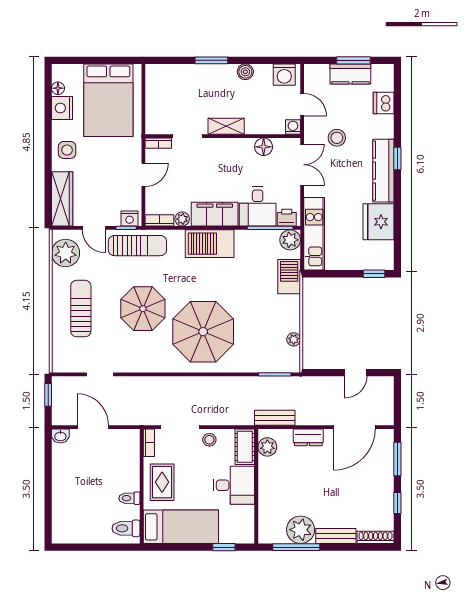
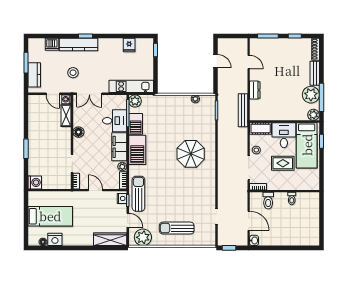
boiler: (245, 72) -> (33, 128), removed
kitchen counter: (350, 74) -> (34, 75), moved
washing machine: (284, 75) -> (35, 182), moved
bed: (108, 100) -> (50, 216), width x0.67
door: (302, 105) -> (53, 94), swing flipped
shelving: (226, 126) -> (66, 116), moved
floor lamp: (264, 147) -> (78, 132), moved
side table: (67, 150) -> (80, 236), removed
double door: (302, 165) -> (89, 94), swing flipped
kitchen counter: (383, 171) -> (79, 44), moved
printer: (287, 218) -> (121, 103), removed
fridge: (378, 222) -> (129, 45), width x0.53, depth x0.75
door: (94, 228) -> (128, 220), hinge flipped
barbecue: (289, 277) -> (136, 124), moved, turned -90
parasol: (143, 309) -> (177, 190), removed
parasol: (203, 332) -> (191, 154), width x0.73, depth x0.73
bench: (275, 418) -> (243, 110), width x1.36
door: (93, 427) -> (249, 221), swing flipped
door: (354, 427) -> (249, 62), width x0.53
plant: (267, 447) -> (313, 115), moved
rug: (162, 482) -> (283, 163), moved
bed: (181, 527) -> (307, 145), moved, turned 180
toilet: (126, 528) -> (268, 201), moved

